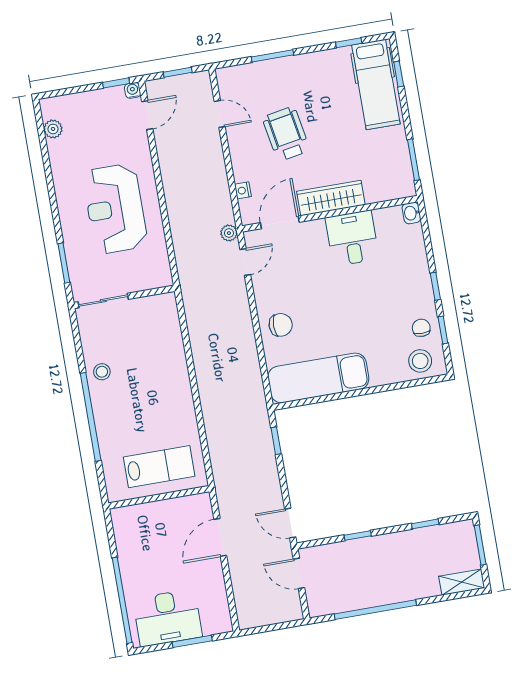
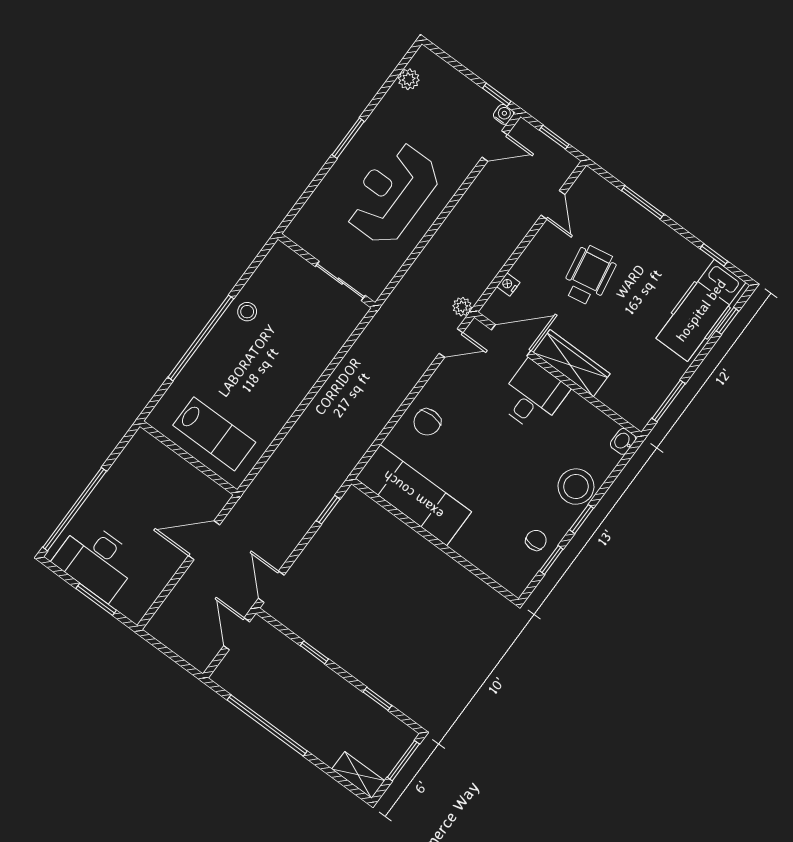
desk: (352, 238) -> (533, 396), moved
window: (64, 263) -> (348, 138), moved
sliding door: (103, 301) -> (340, 281), moved
chair: (281, 325) -> (427, 422), turned 90
stool: (420, 361) -> (576, 487), moved, width x1.38, depth x1.38

